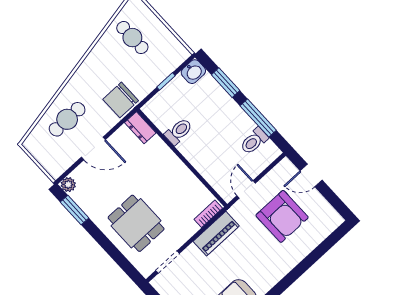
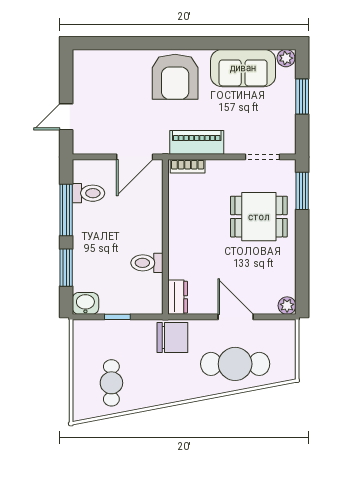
cafe table: (67, 119) -> (235, 364), width x1.37, depth x1.35
door: (311, 175) -> (66, 117), swing flipped
door: (246, 189) -> (135, 157), width x1.38
window: (74, 210) -> (302, 191), moved
armchair: (282, 216) -> (175, 77), moved, turned 180
dining table: (136, 223) -> (259, 217), turned 90

